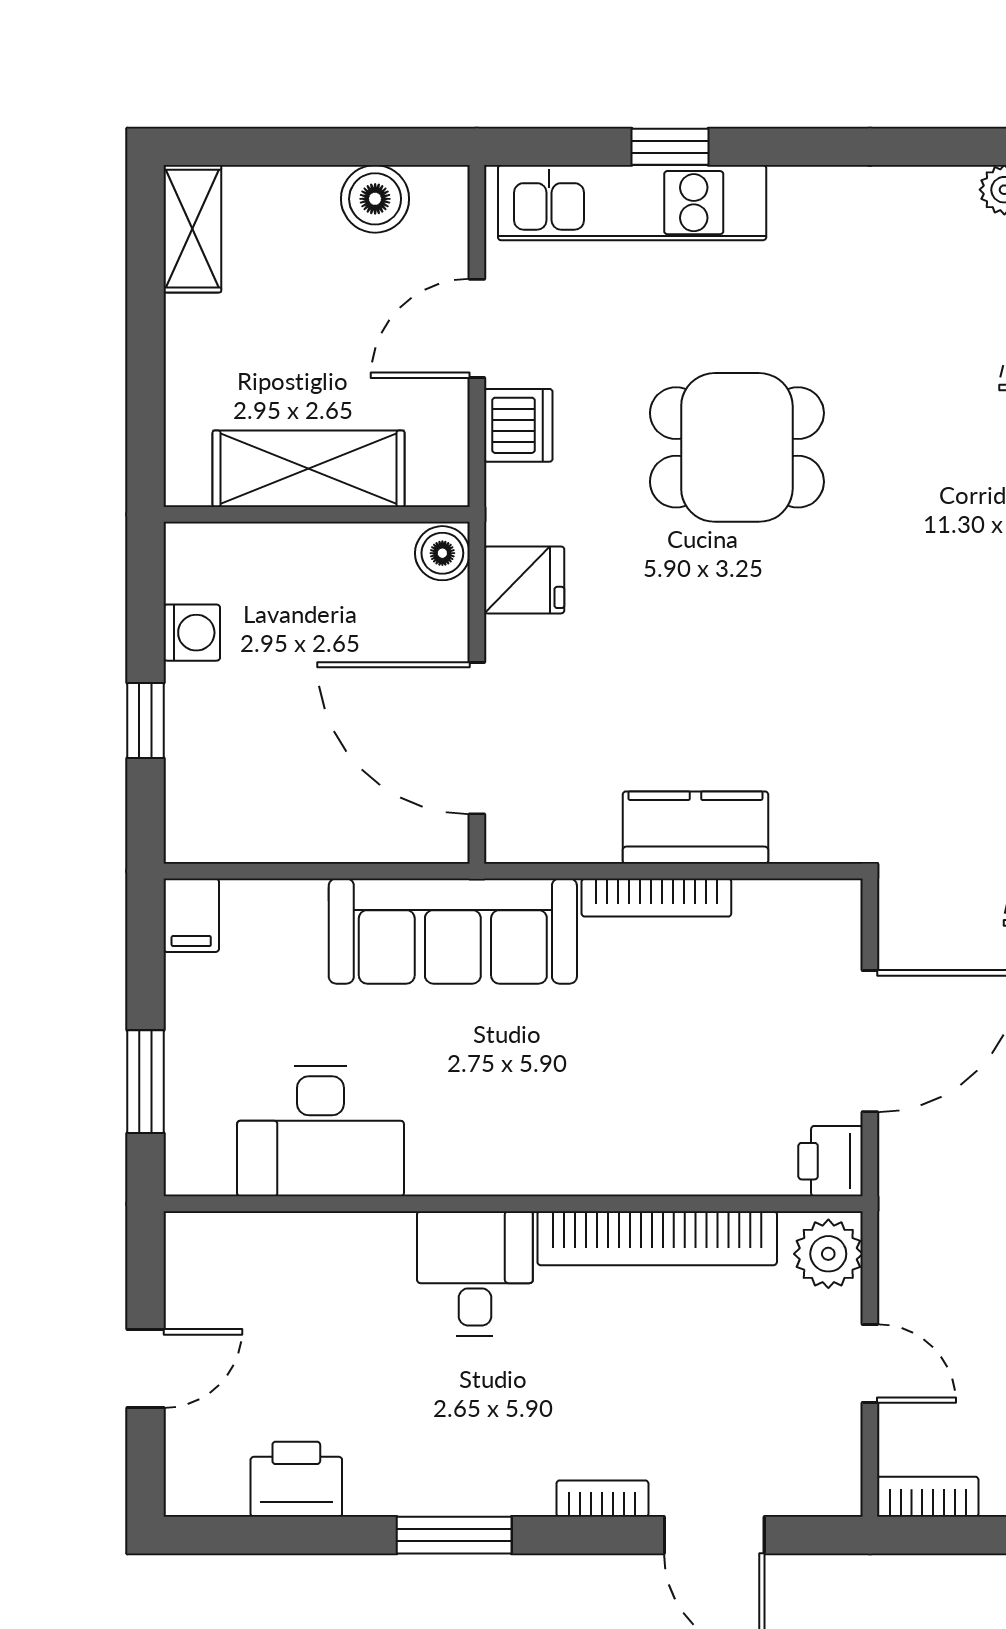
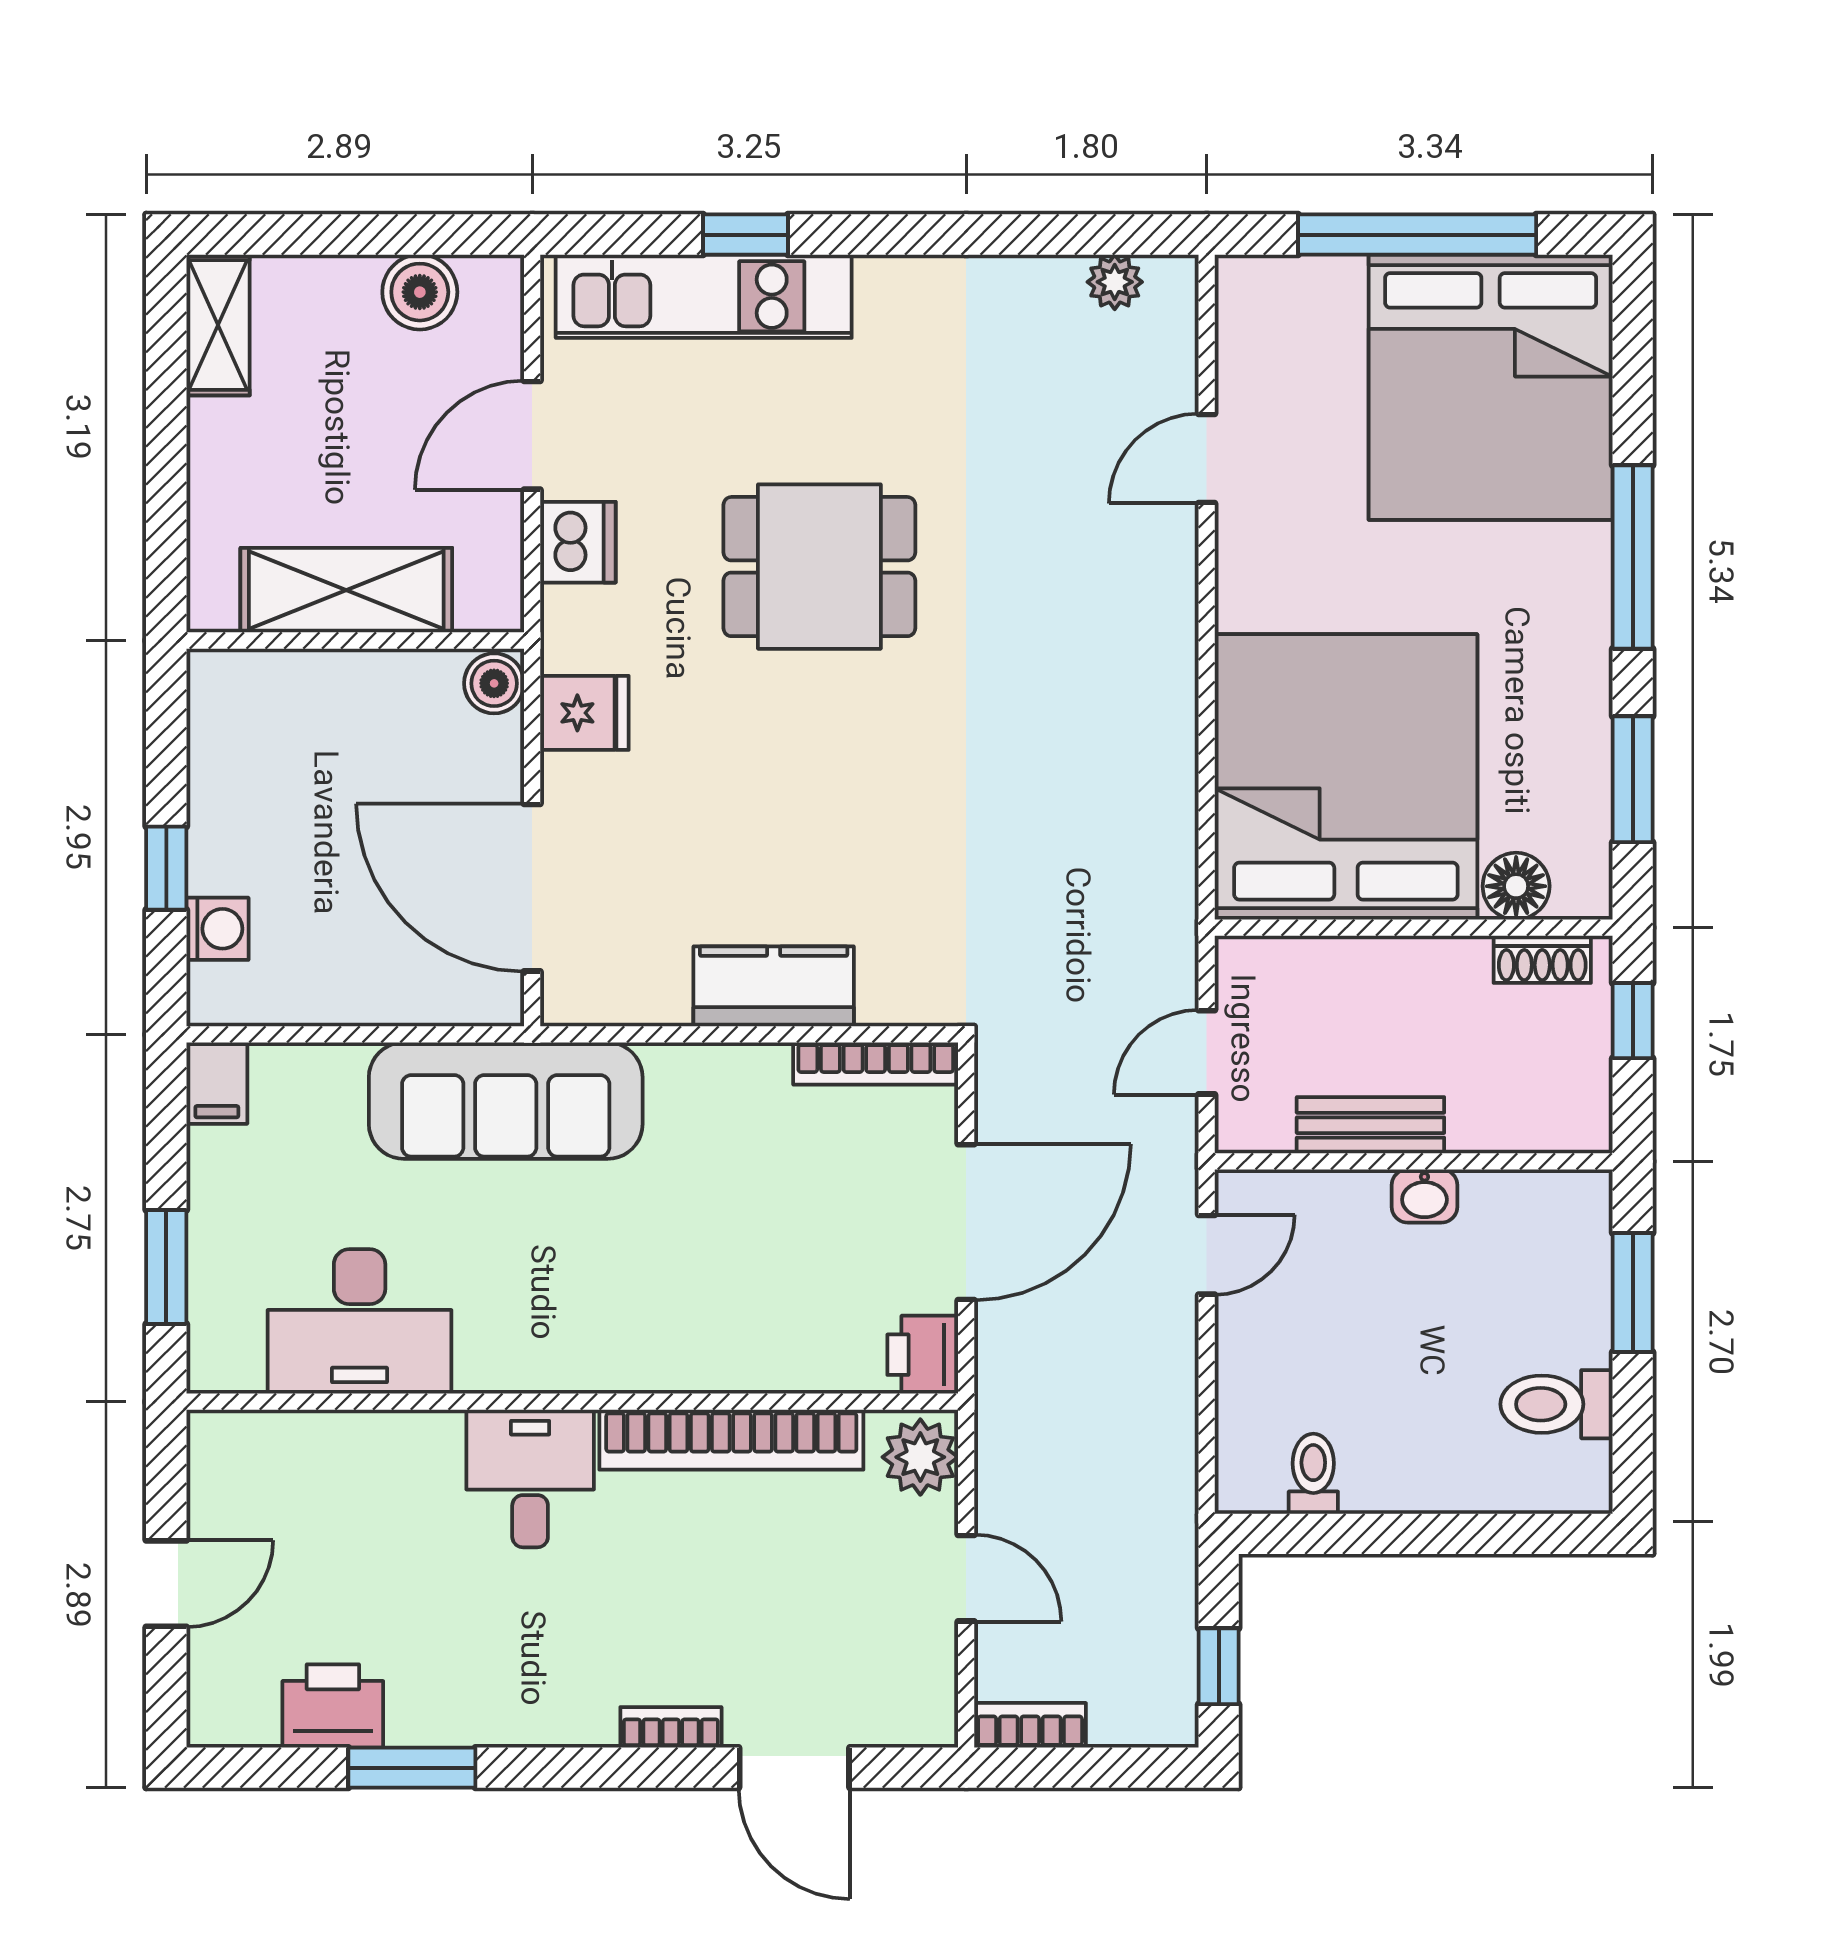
washing machine: (192, 633) -> (217, 929), moved
bookcase: (656, 898) -> (876, 1064), moved
window: (454, 1535) -> (412, 1768), moved

